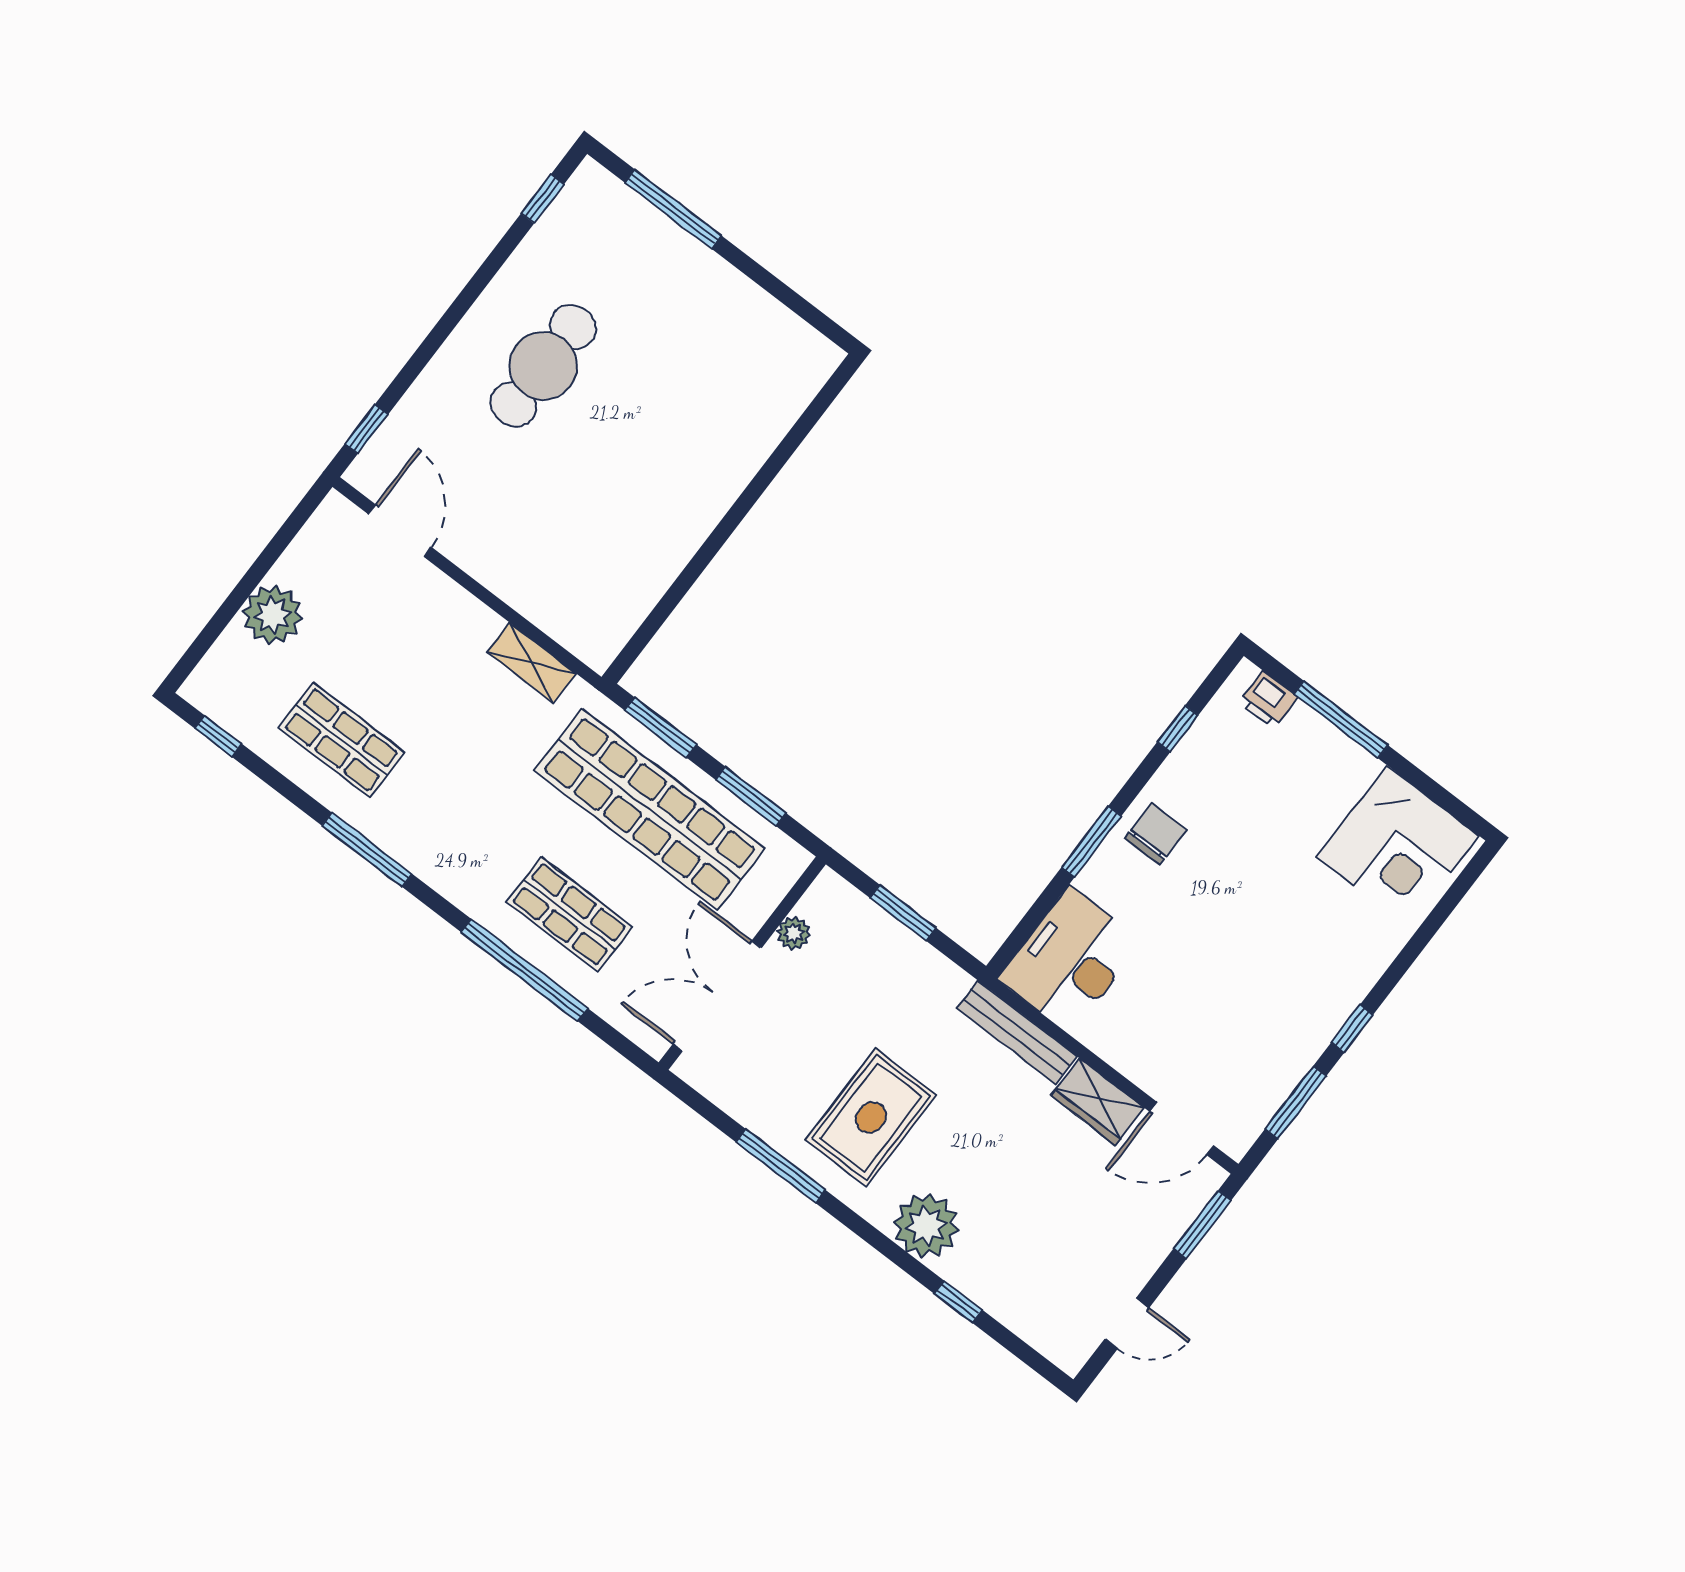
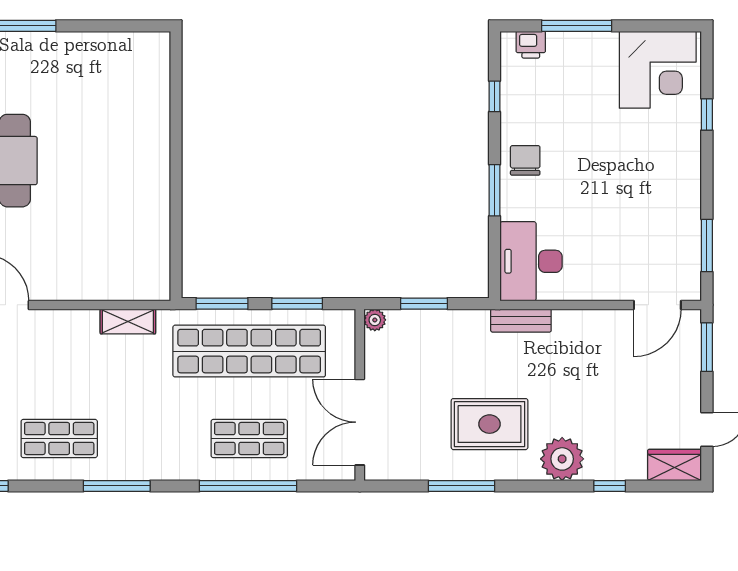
plant: (794, 933) -> (375, 320), moved
window: (1352, 1029) -> (707, 115), moved
bench: (1017, 1032) -> (521, 321), width x0.73
wardrobe: (1098, 1102) -> (675, 465), moved, turned 180
rug: (871, 1117) -> (490, 424), turned 90

